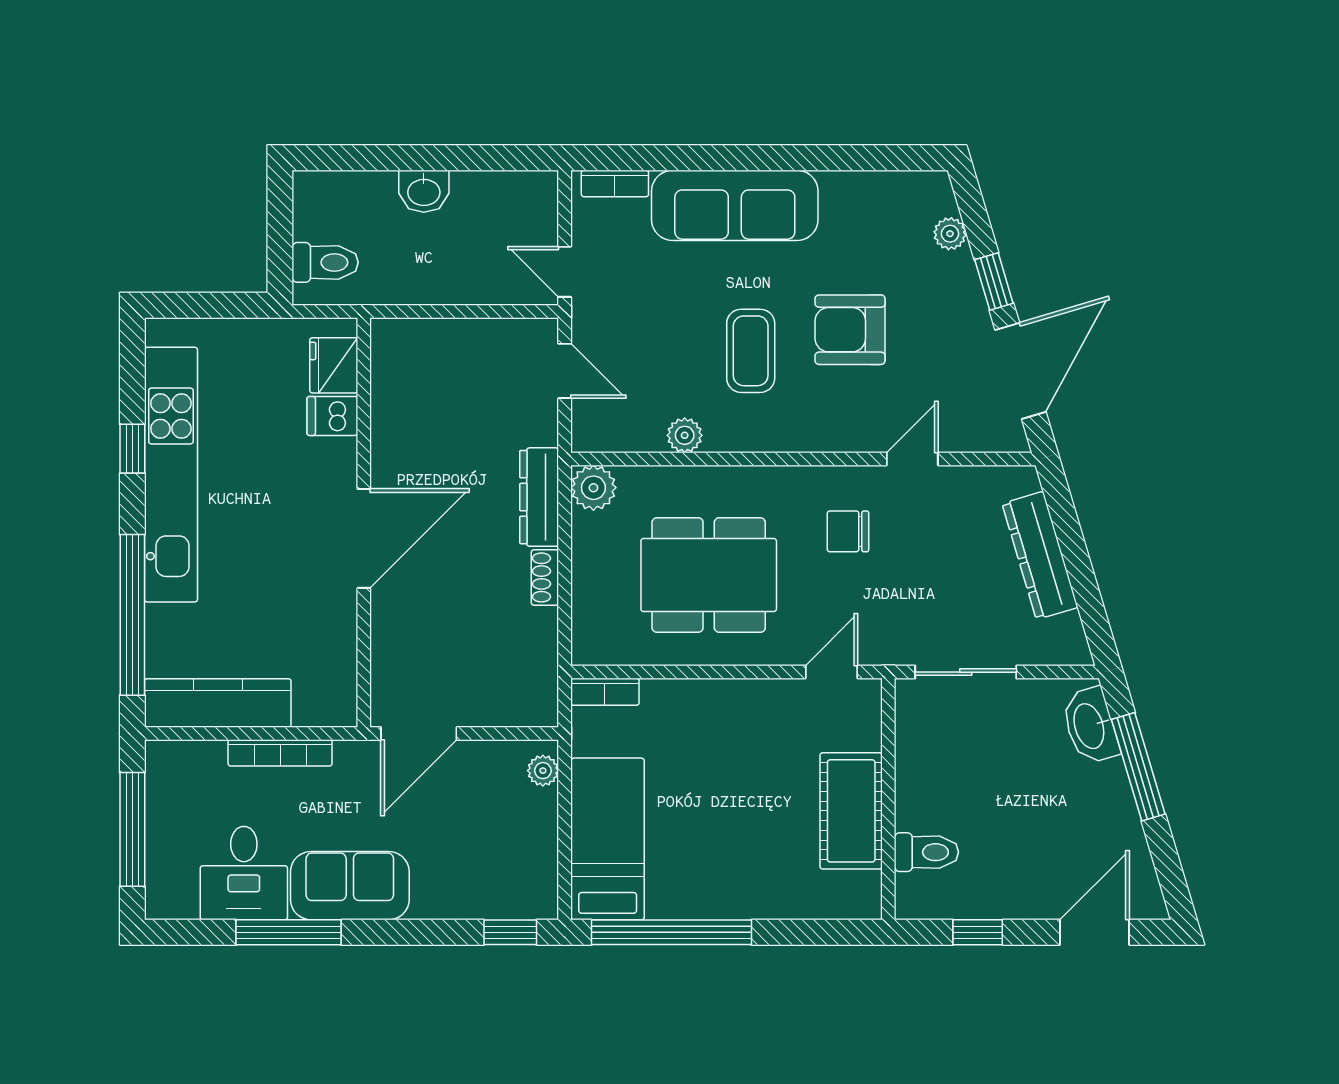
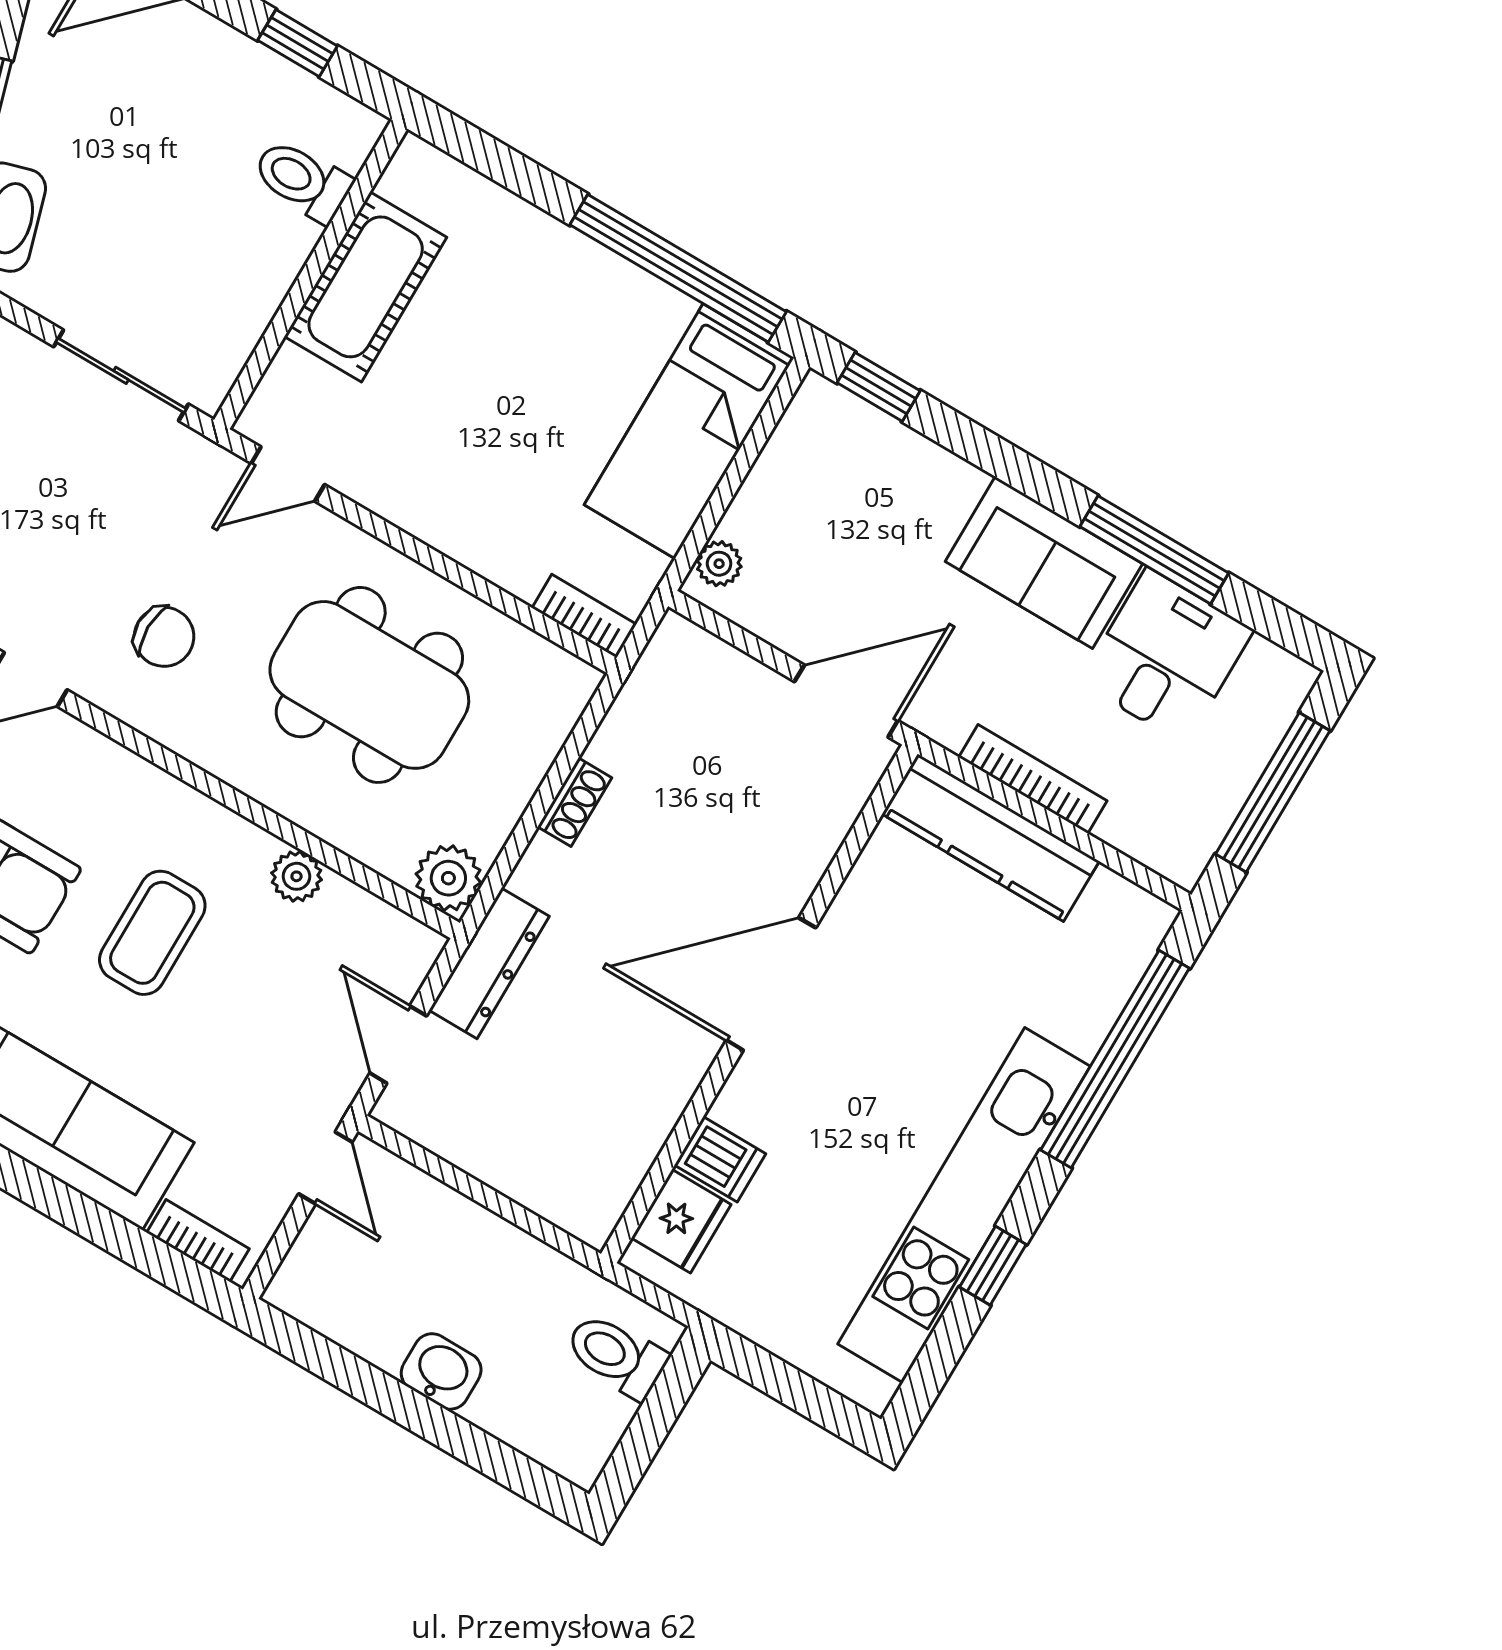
dresser: (539, 497) -> (489, 963), moved
kitchen counter: (218, 703) -> (991, 838), moved

